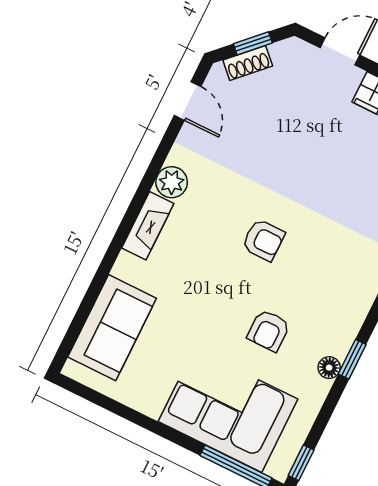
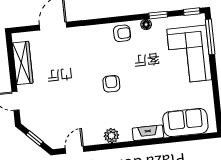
shoe rack: (248, 63) -> (44, 135), removed
fireplace: (148, 226) -> (148, 133), moved
armchair: (269, 331) -> (122, 33), moved
window: (352, 359) -> (158, 15), moved

